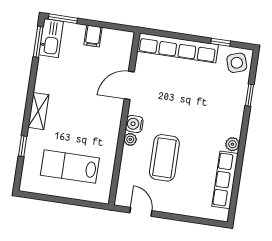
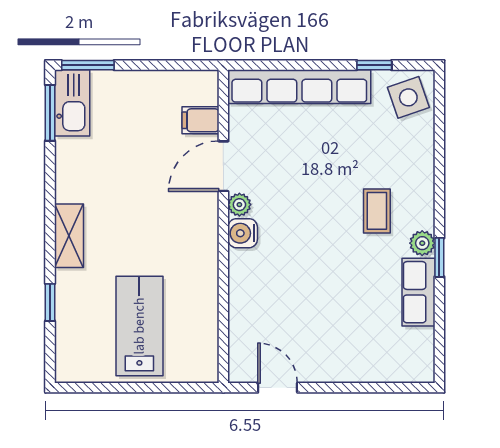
filing cabinet: (93, 36) -> (200, 120), moved, turned 90
window: (249, 95) -> (439, 257), moved
plant: (130, 139) -> (239, 205), moved
coffee table: (164, 158) -> (377, 211), moved, width x0.54, depth x0.58
lab bench: (70, 167) -> (139, 326), turned 90
row of seats: (225, 180) -> (418, 292), width x0.68

